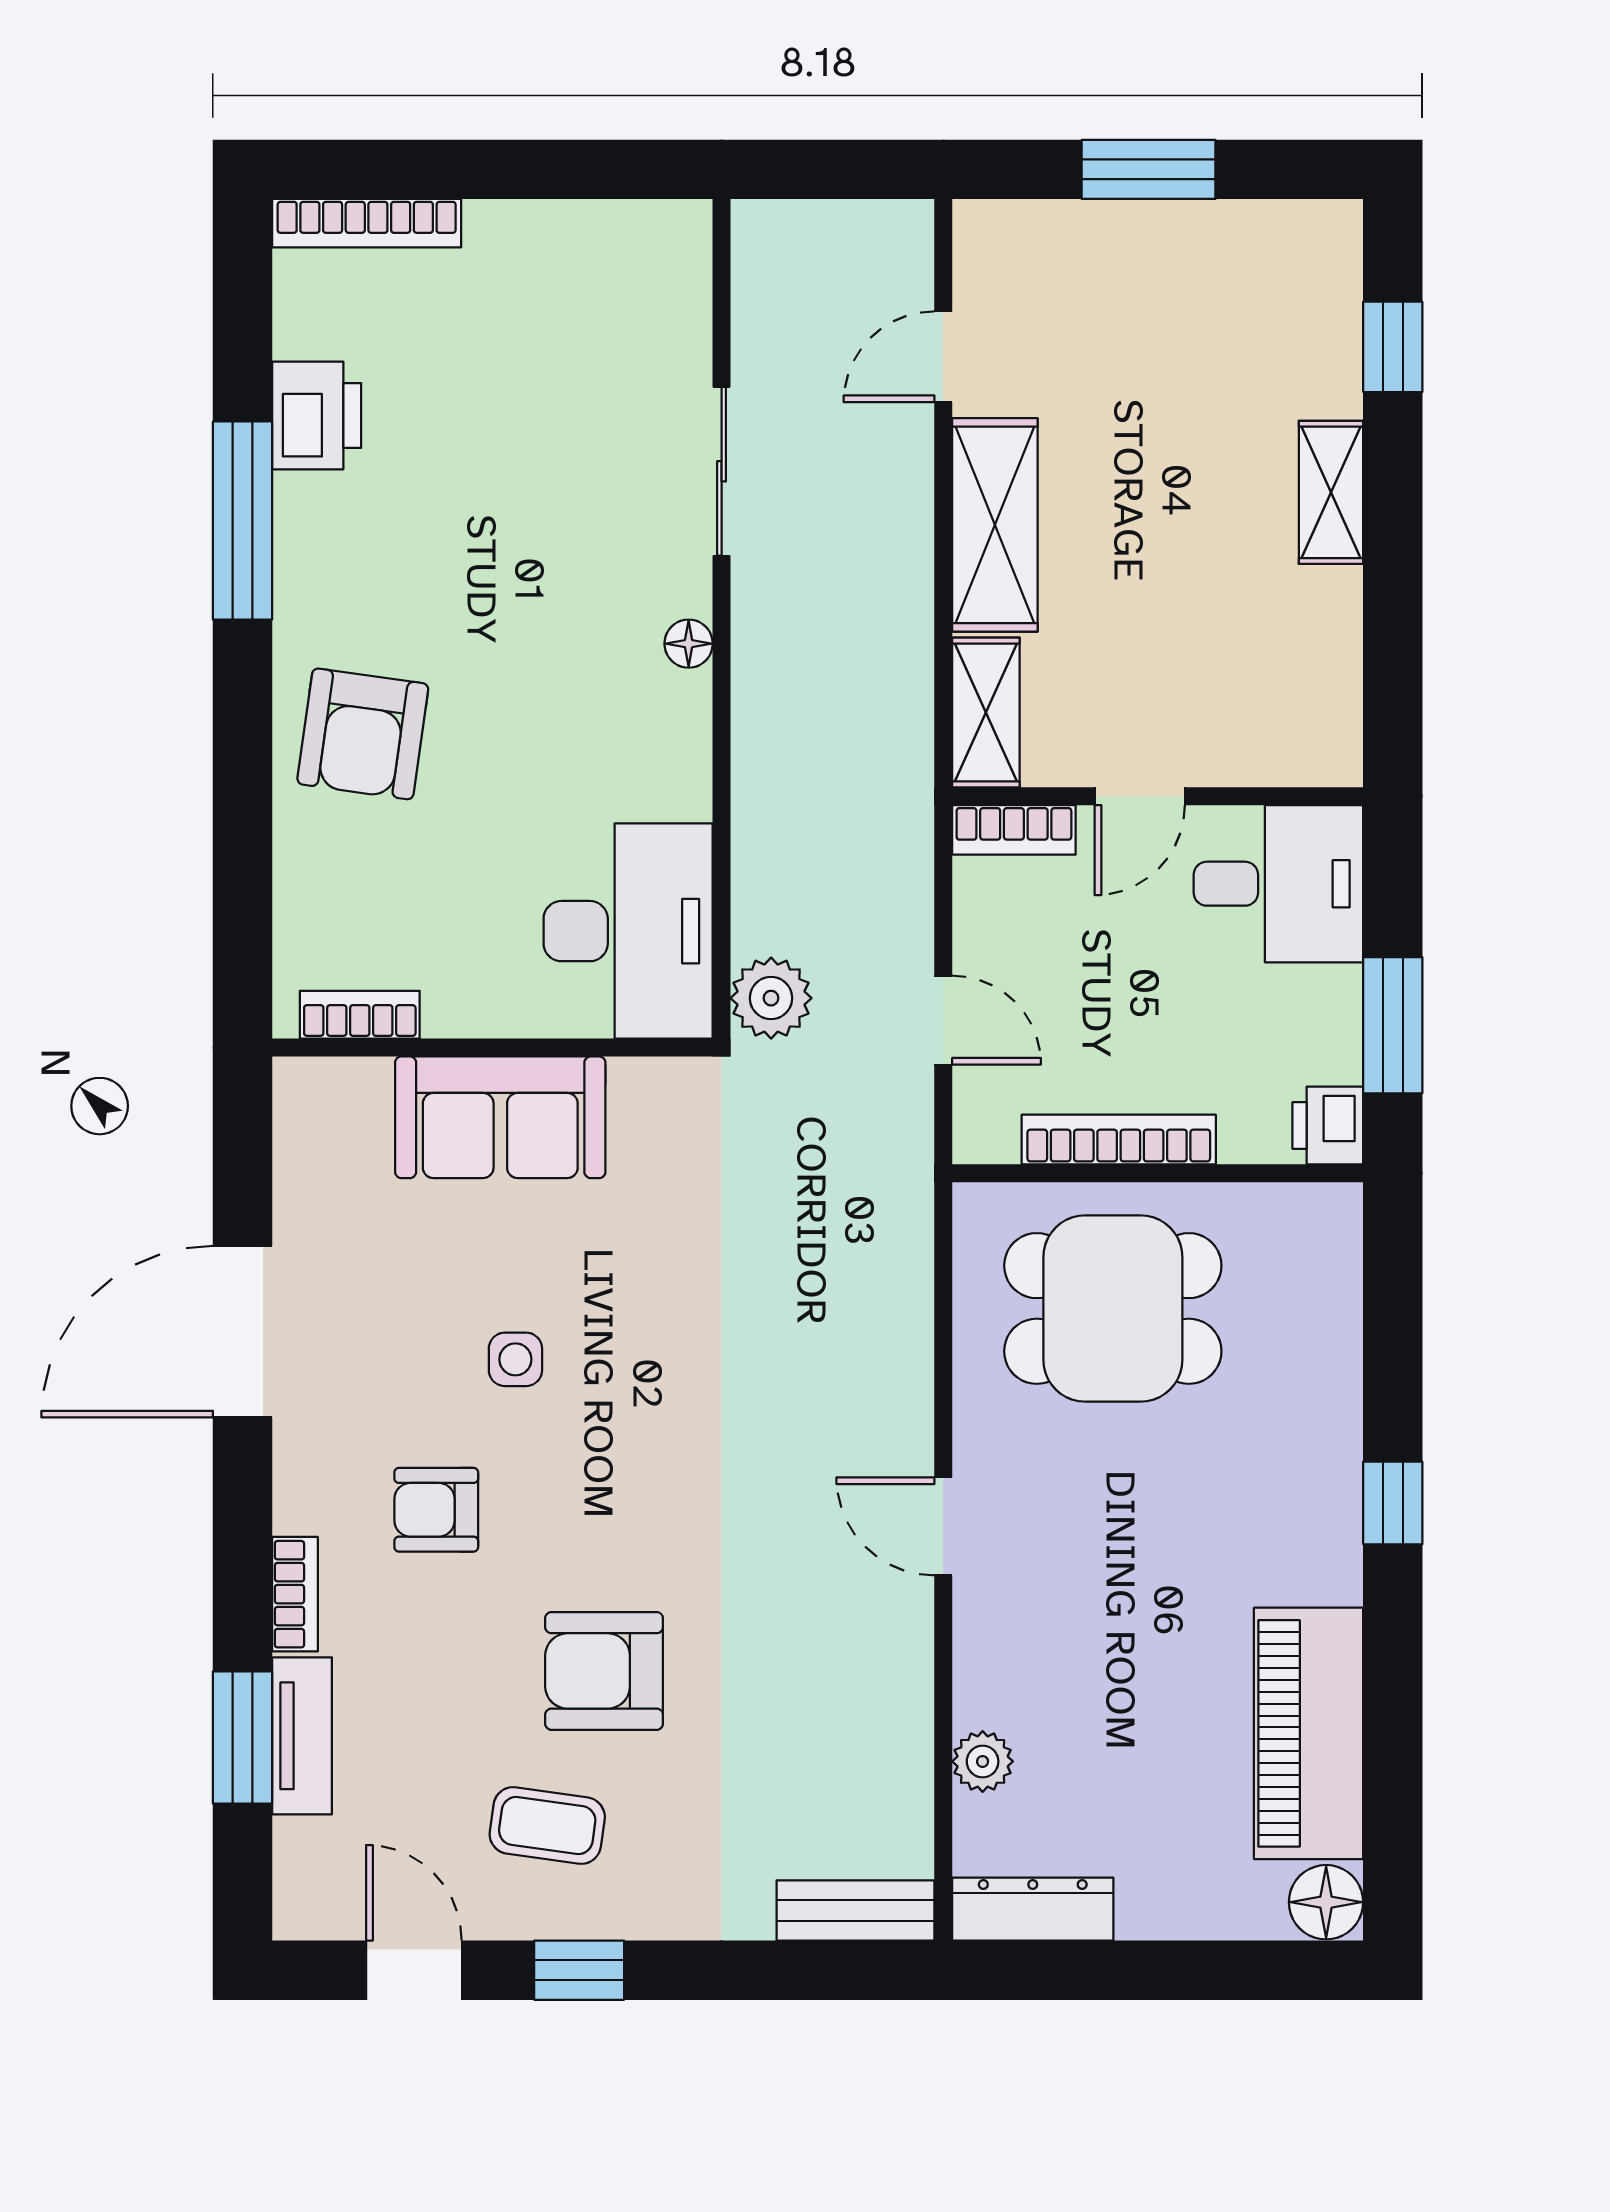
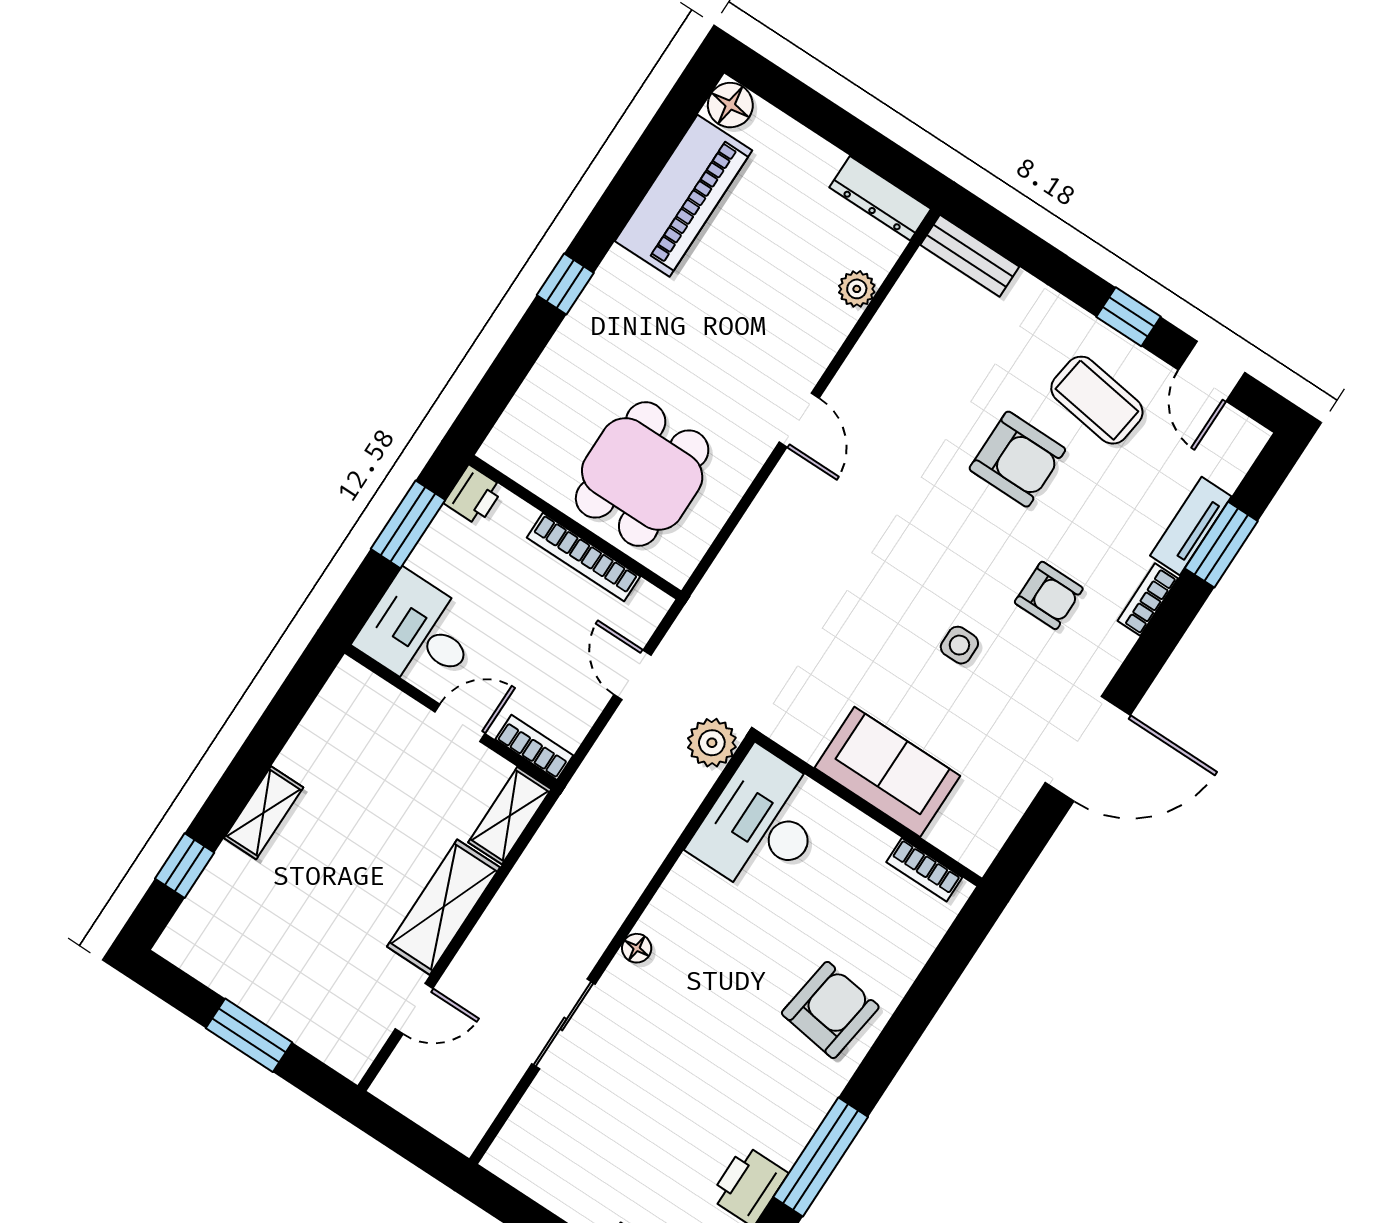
dining table: (1113, 1308) -> (642, 474), turned 90
coffee table: (547, 1826) -> (1097, 400), width x1.36, depth x1.30

